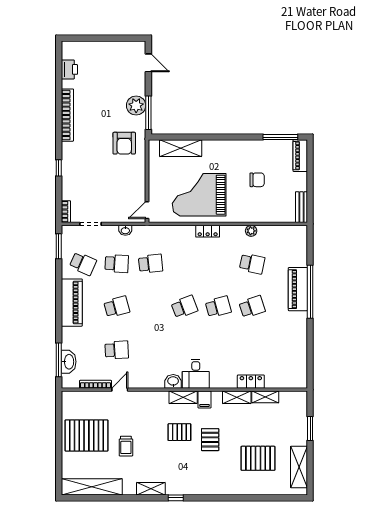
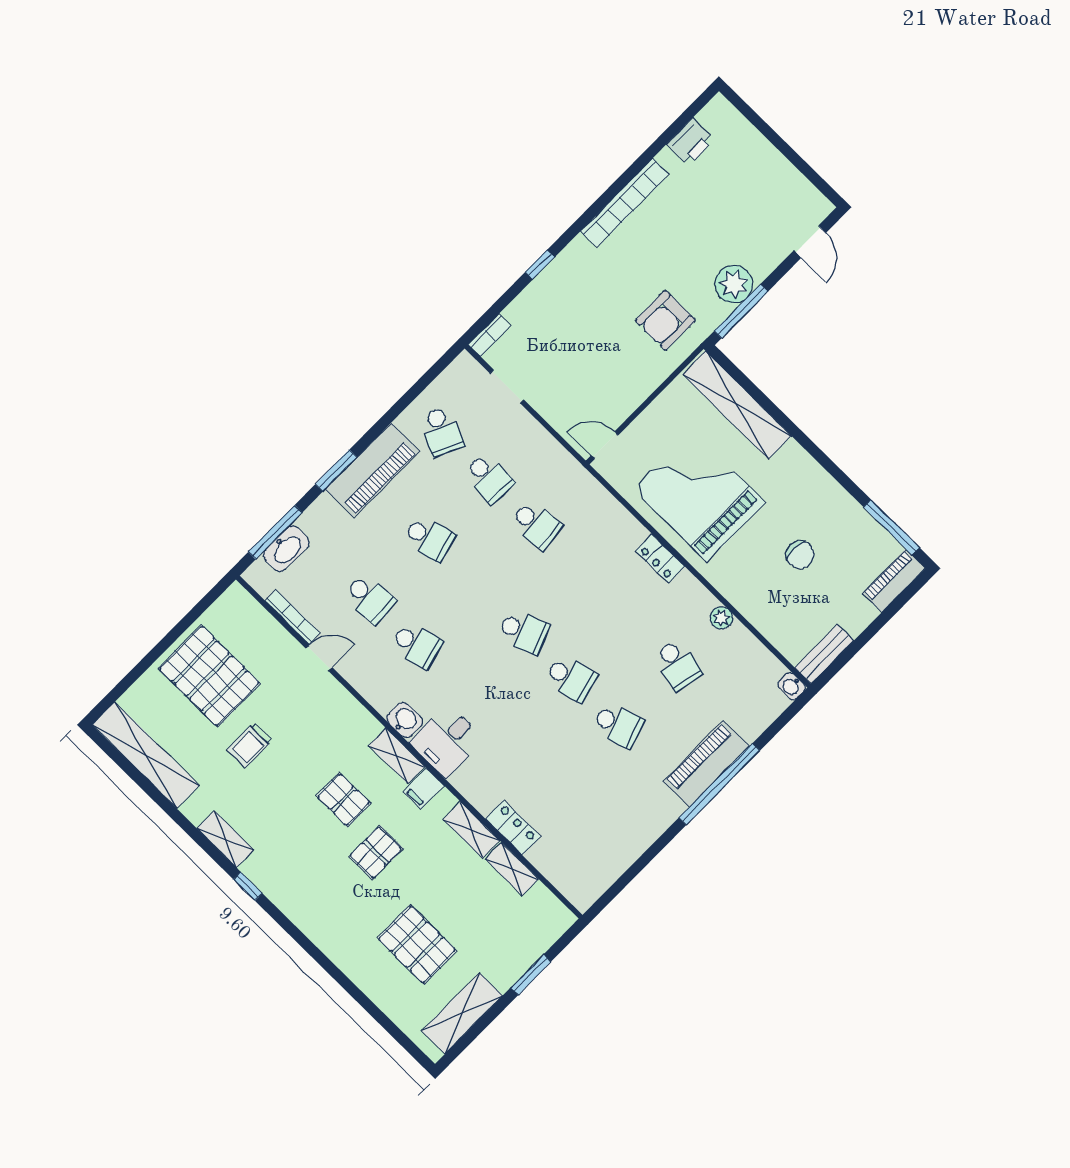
shelving: (181, 148) -> (737, 405), width x1.47
washbasin: (125, 230) -> (792, 686), moved
window: (59, 246) -> (336, 471), moved
school desk: (151, 350) -> (417, 645), added

